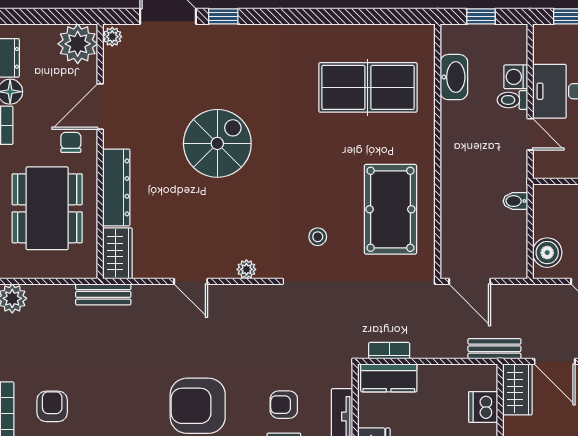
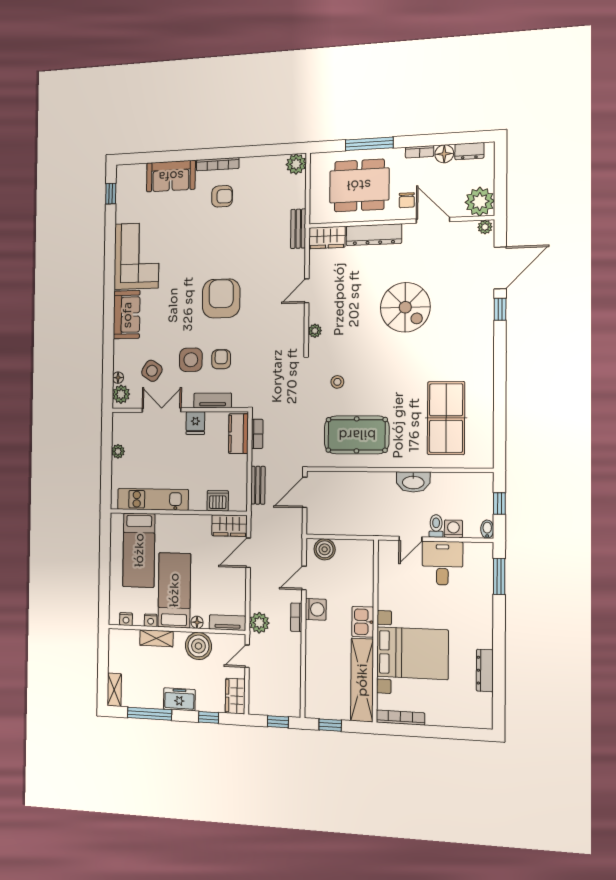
washbasin: (454, 77) -> (413, 482), moved
chair: (71, 142) -> (407, 200), turned 90
bidet: (515, 201) -> (487, 529), moved
bench: (494, 349) -> (258, 485), moved

